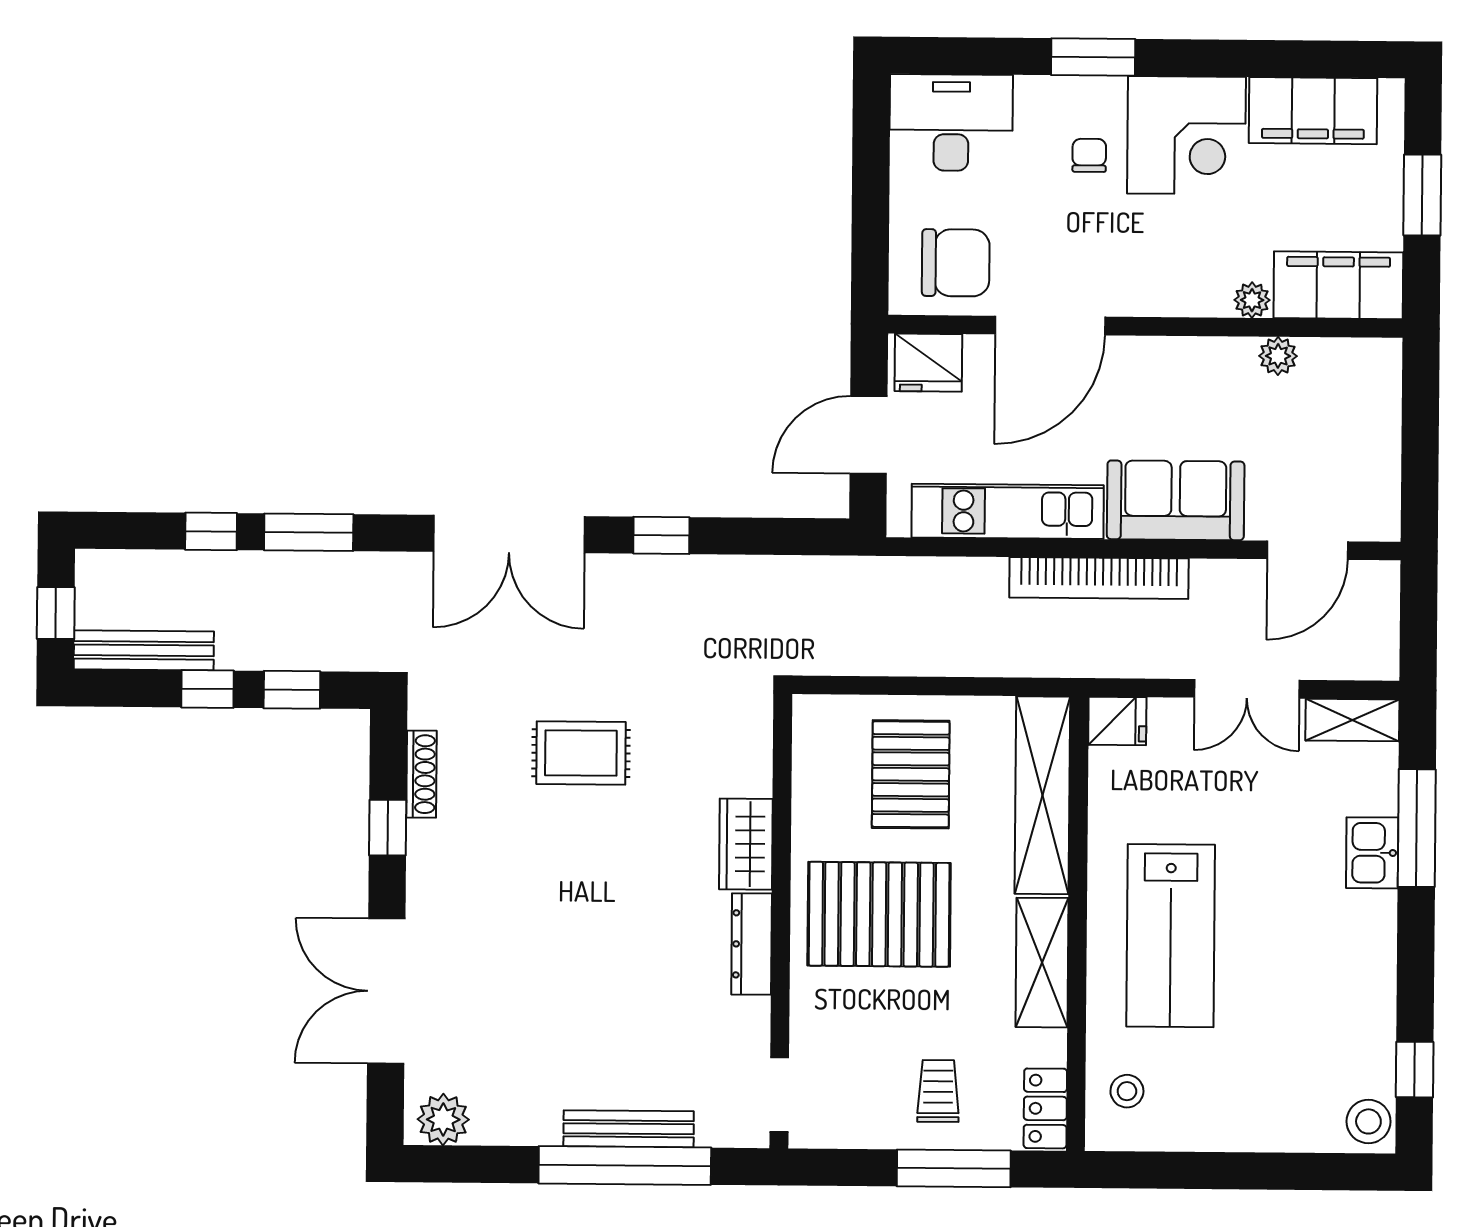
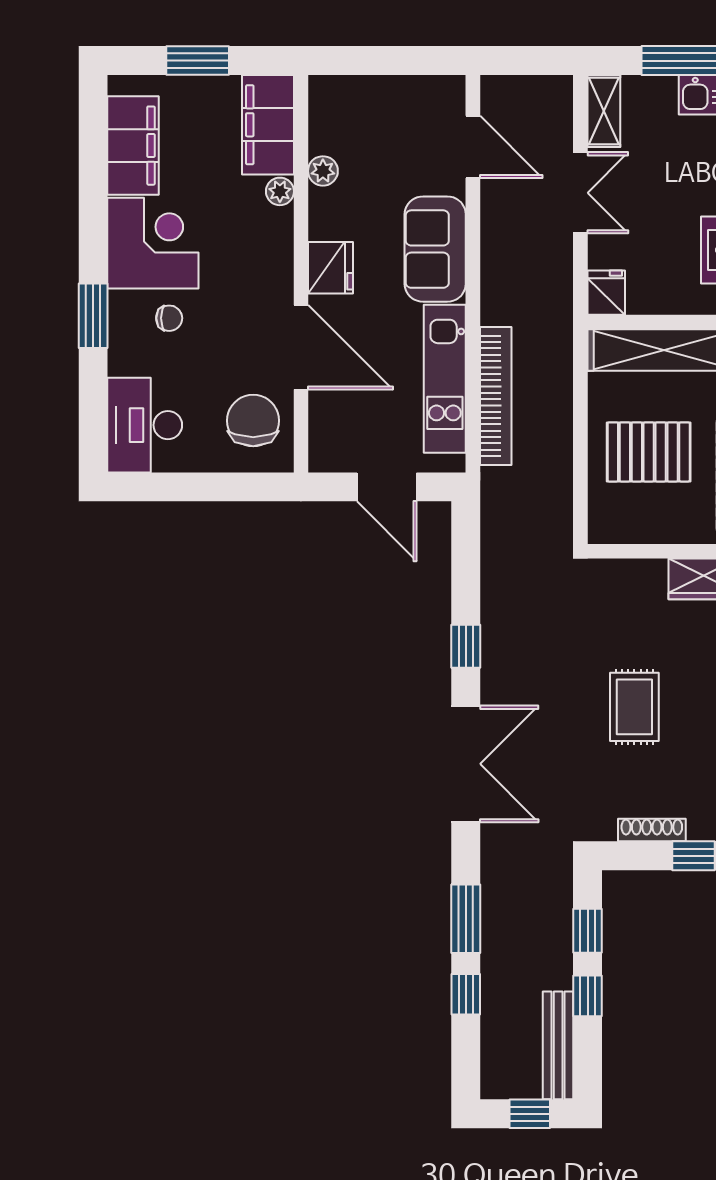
chair: (1089, 155) -> (169, 318), turned 180
fridge: (928, 363) -> (330, 268), moved
bookcase: (1099, 578) -> (496, 396), moved

